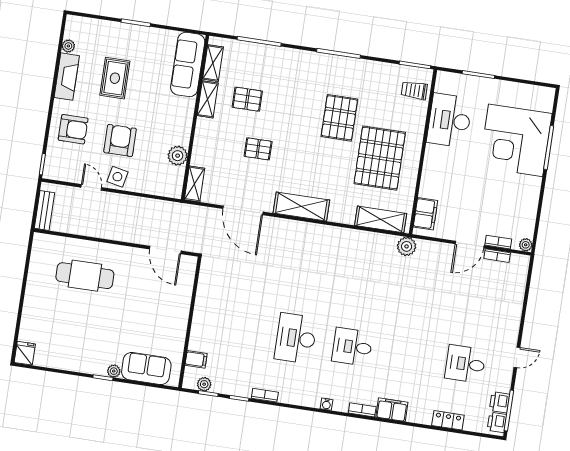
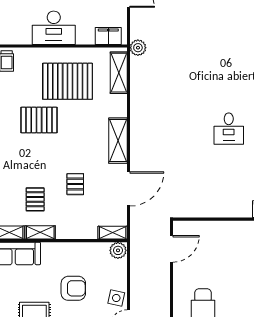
desk: (449, 120) -> (54, 28), moved
armchair: (120, 140) -> (73, 288), moved, turned 180
plant: (178, 156) -> (118, 250), moved
desk: (296, 338) -> (229, 129), width x0.73
desk: (352, 347) -> (229, 80), removed

